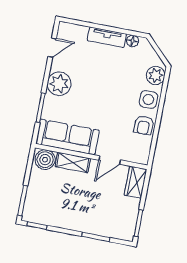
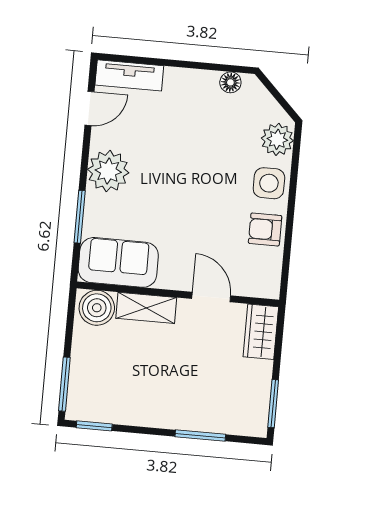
tv unit: (107, 37) -> (129, 75), moved
armchair: (144, 125) -> (265, 229), turned 90
sofa: (67, 137) -> (118, 262), width x0.73
door: (110, 160) -> (211, 297), swing flipped

